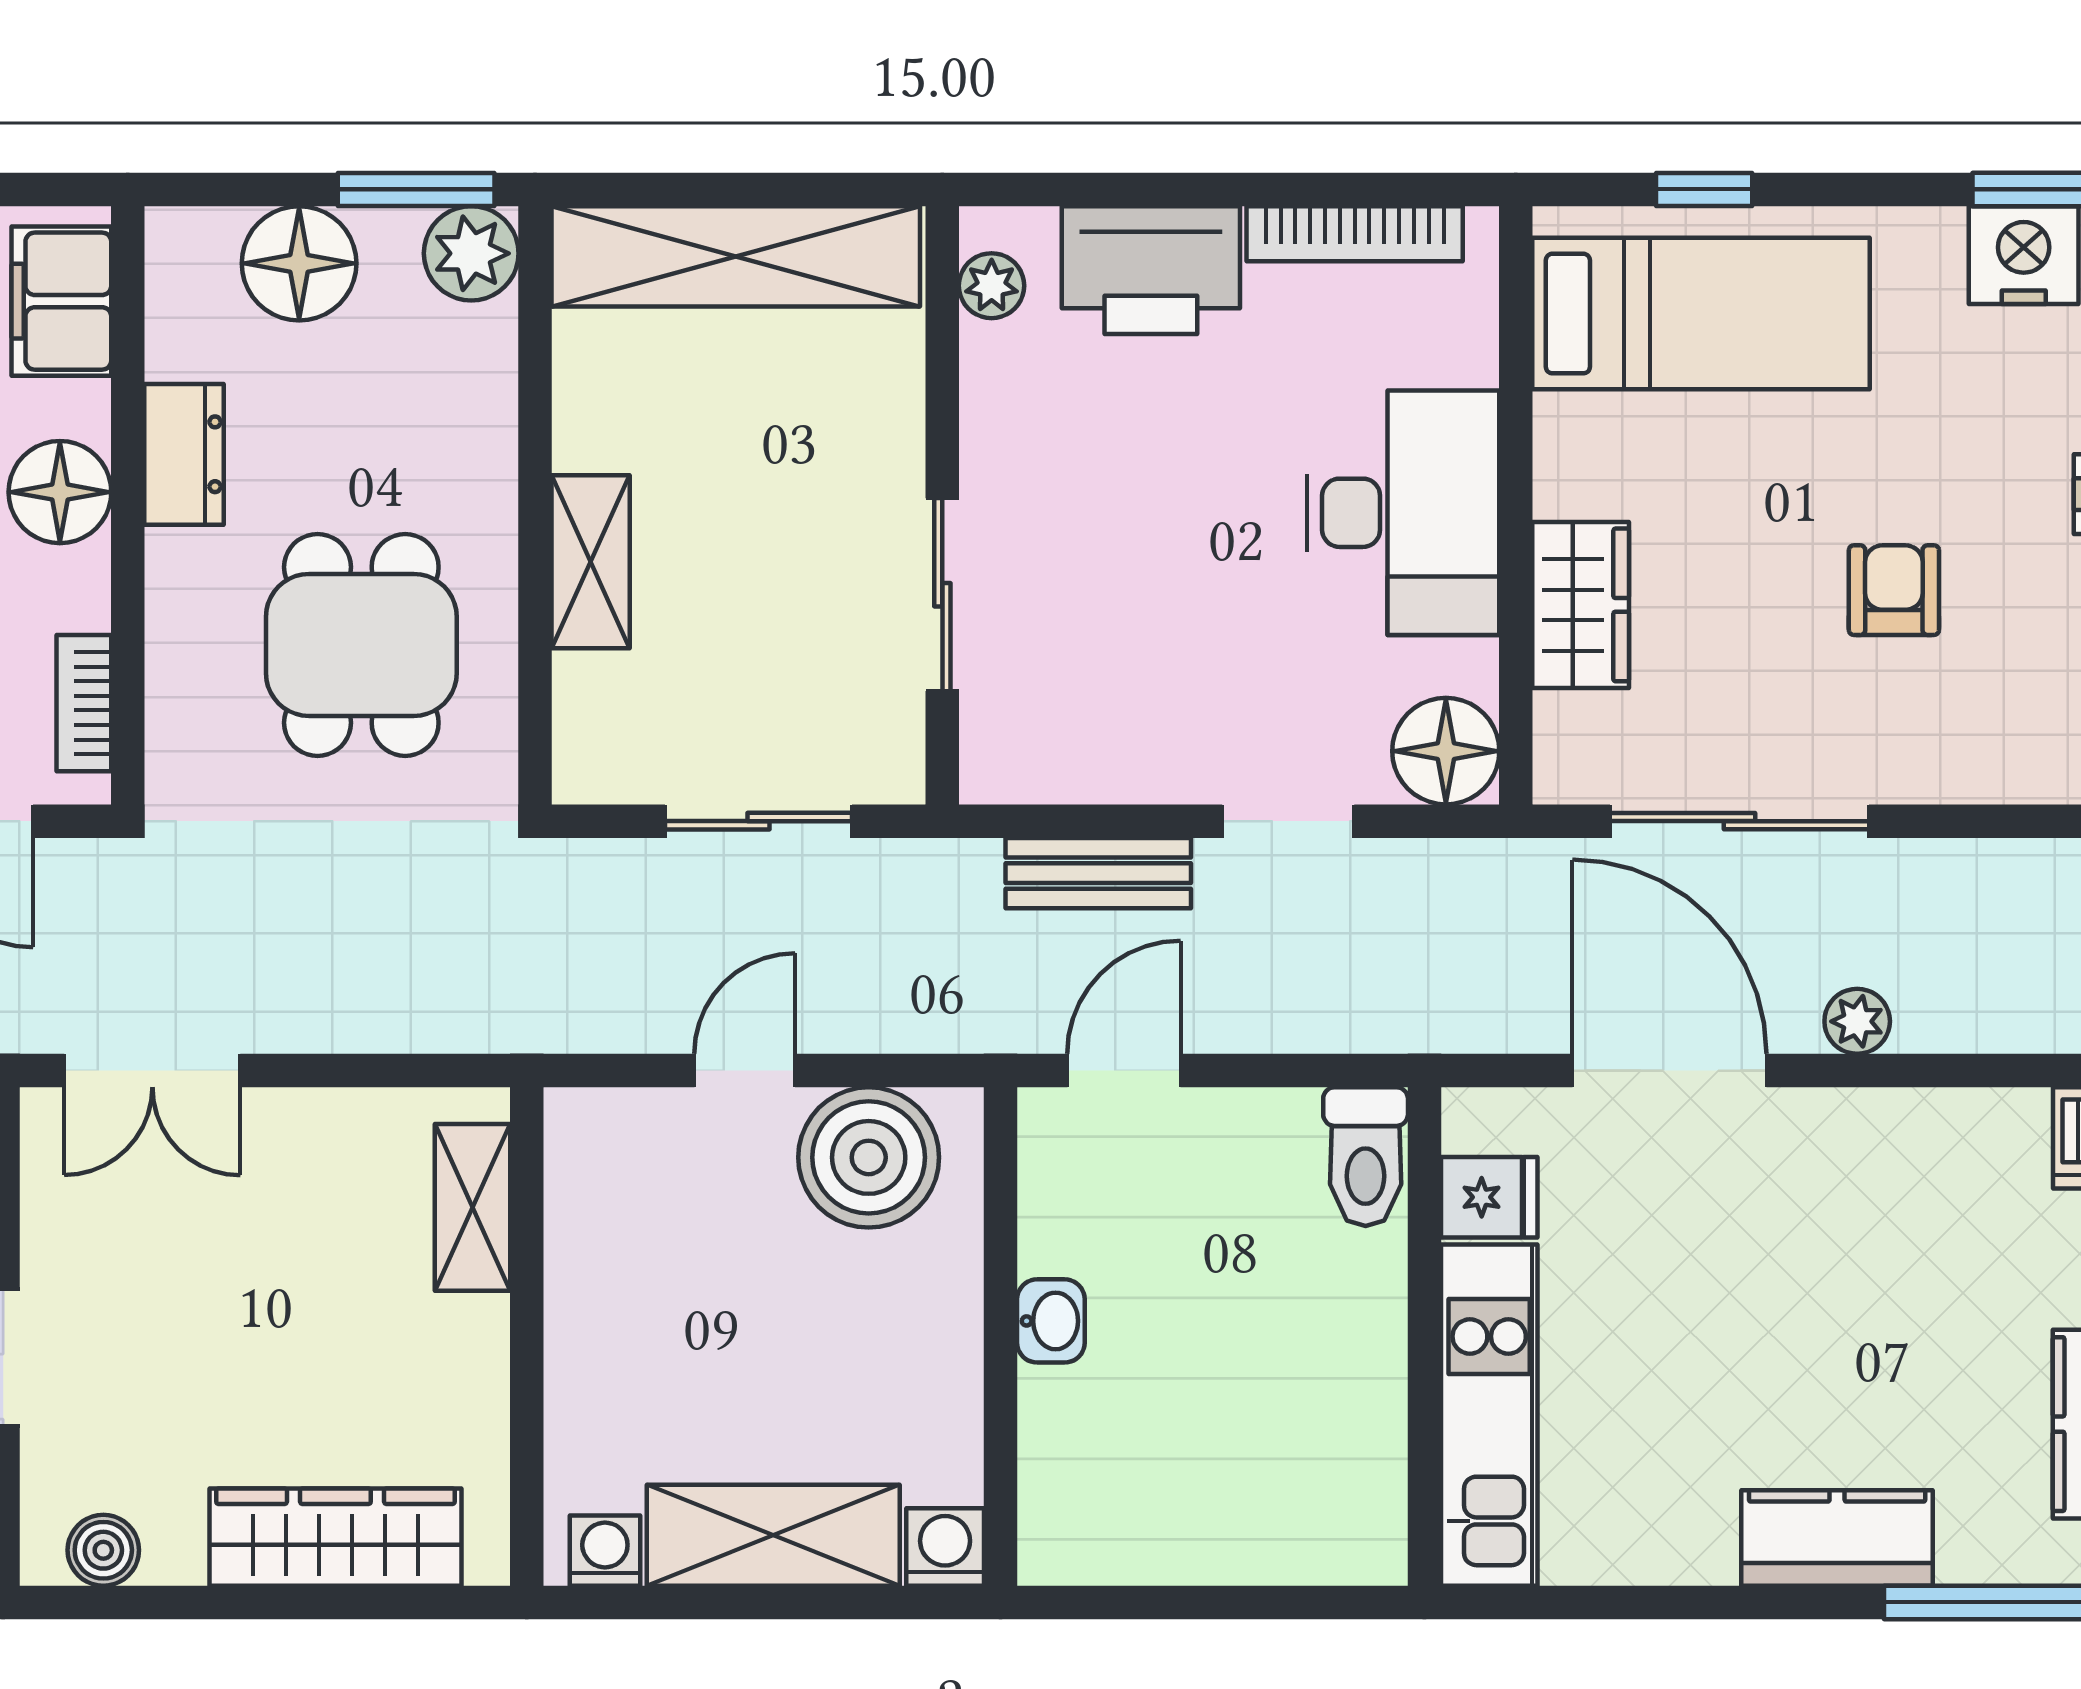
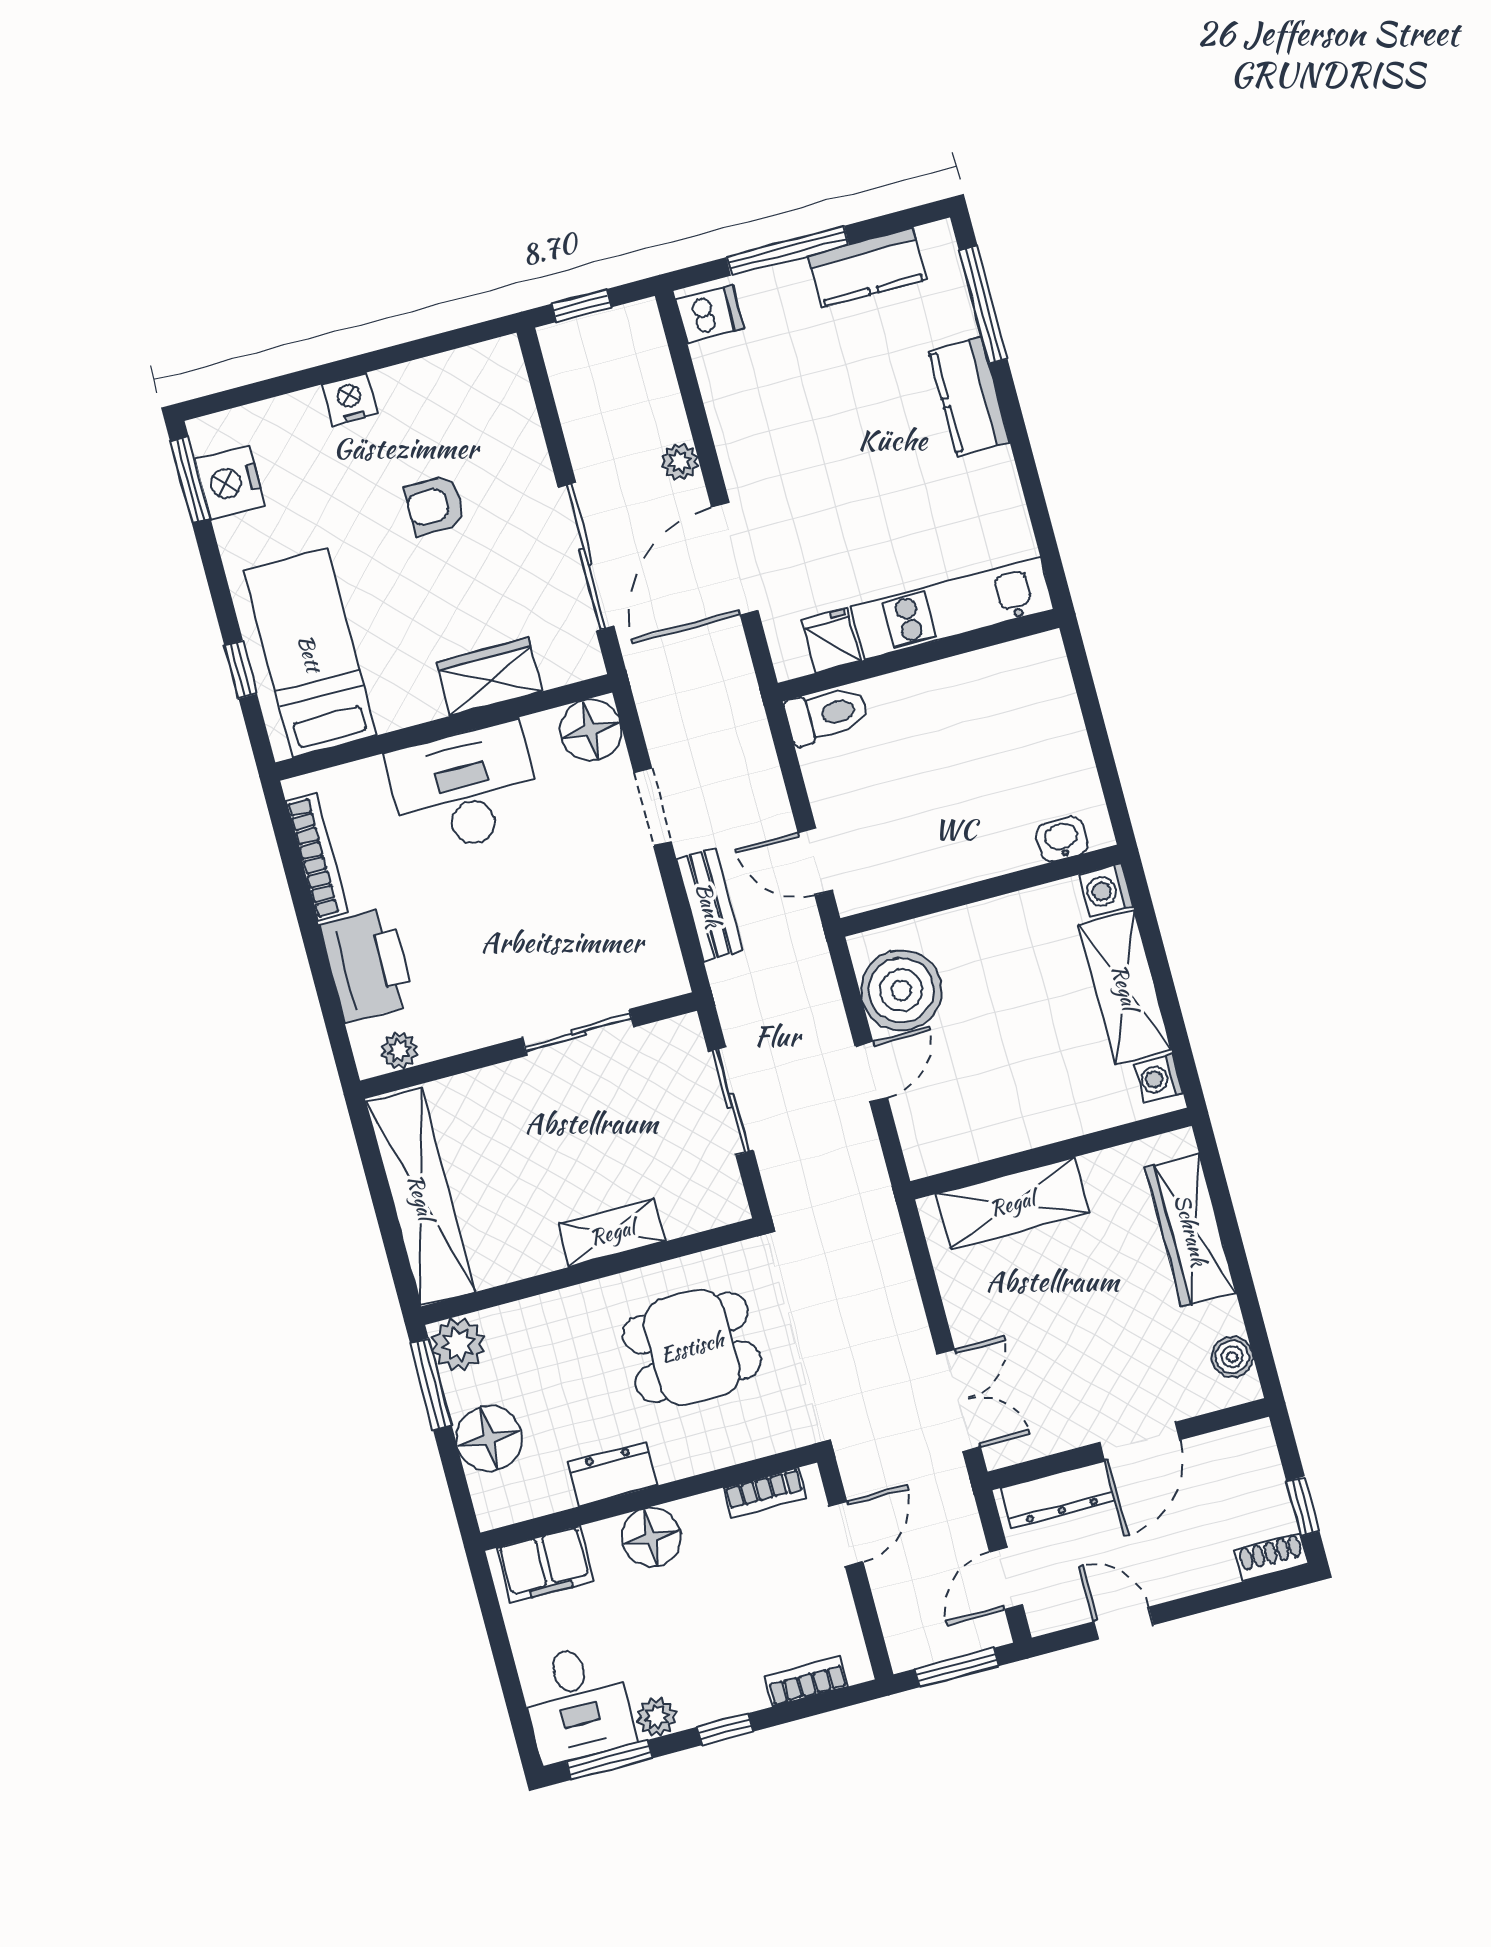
door: (745, 1071) -> (871, 1072), swing flipped
shelving: (473, 1207) -> (1012, 1203), width x1.50, depth x1.33
washbasin: (1051, 1321) -> (1062, 839), moved

